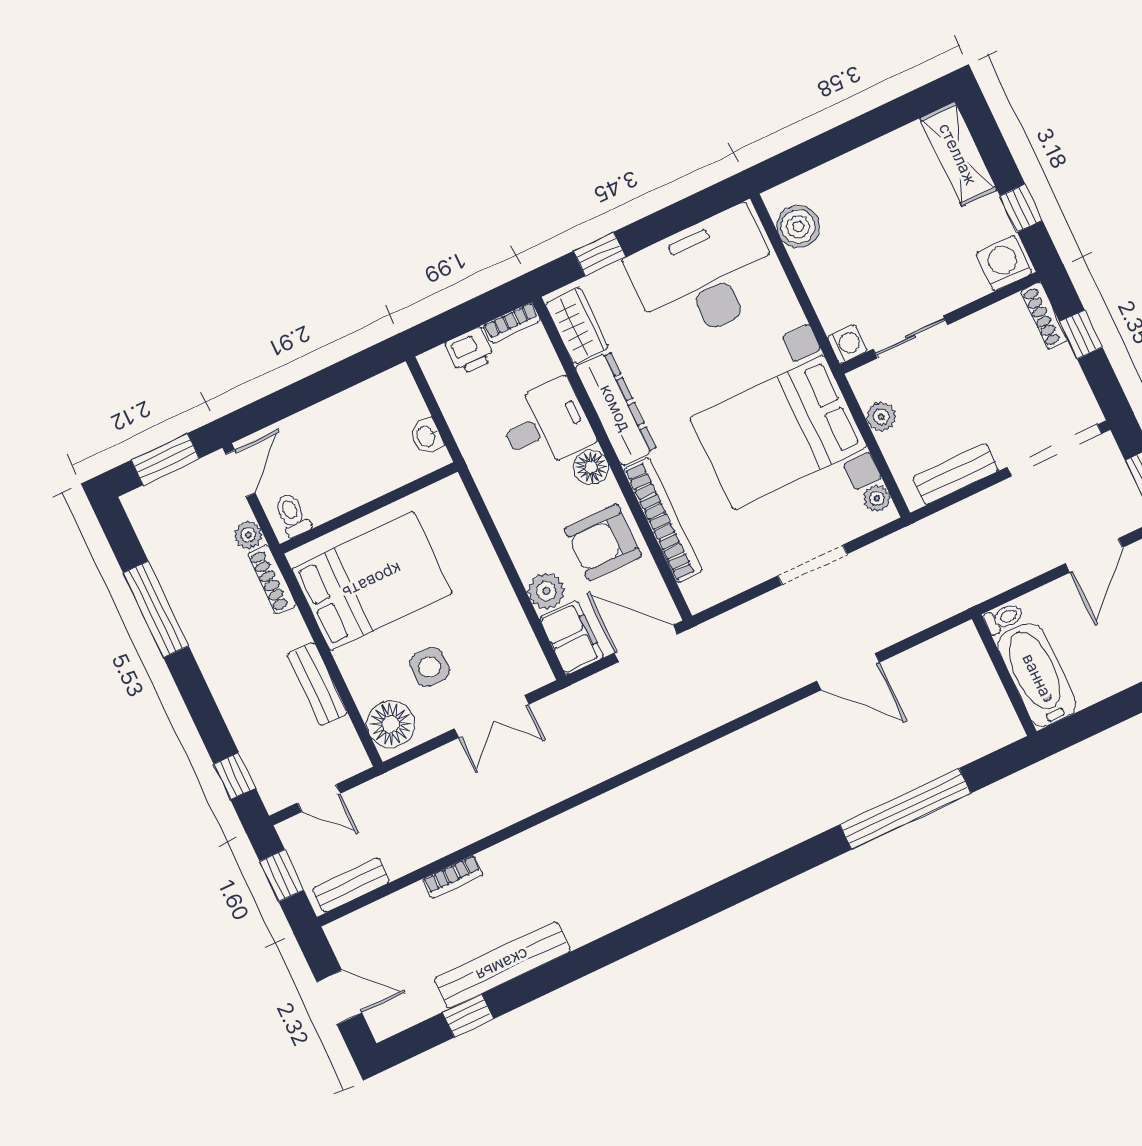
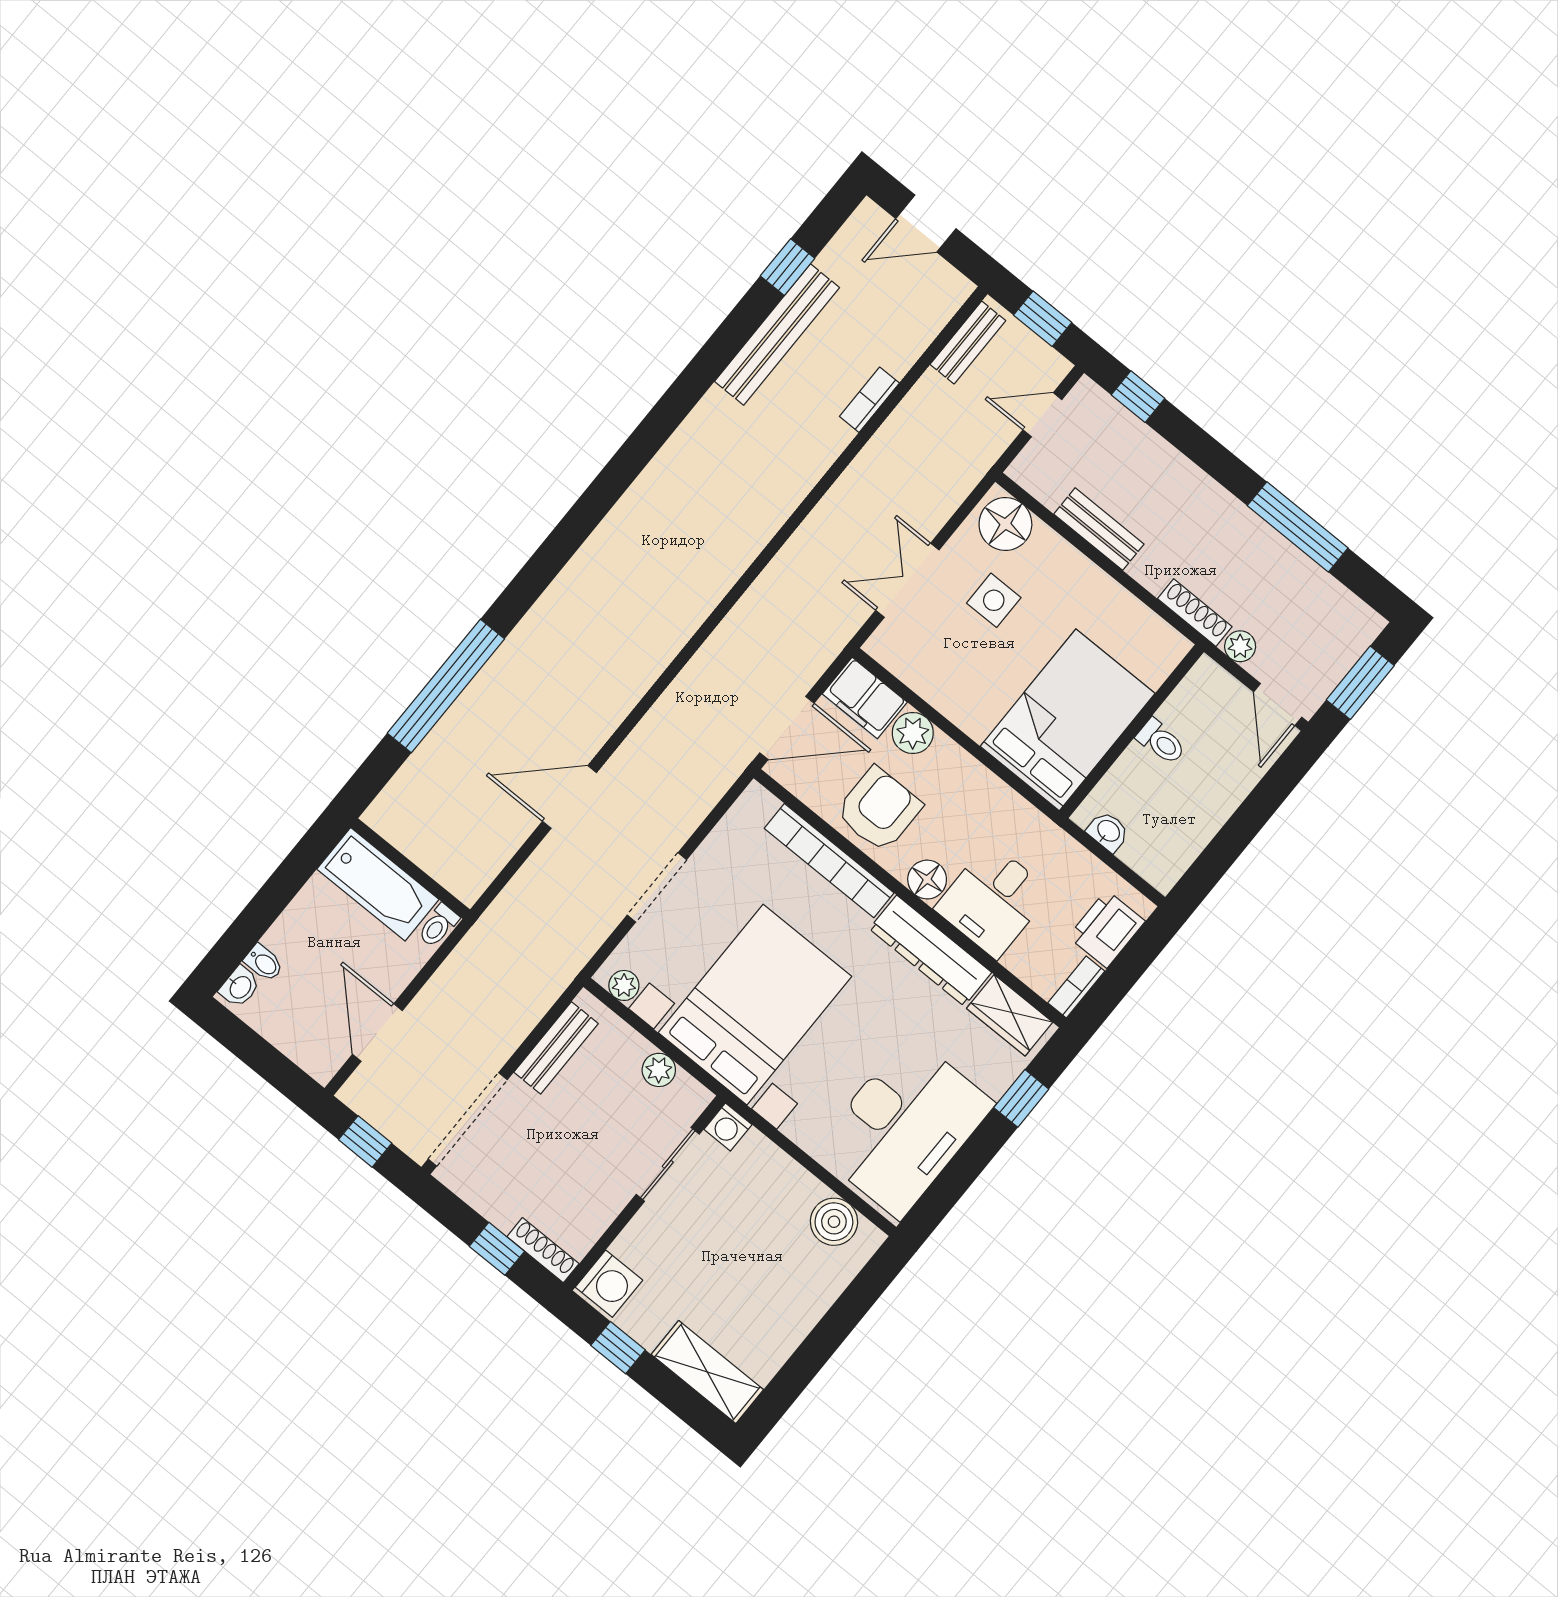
printer: (470, 351) -> (1107, 929), width x1.36, depth x1.24
toilet: (292, 515) -> (1161, 742), moved
bed: (372, 581) -> (1068, 720), moved, turned 180

